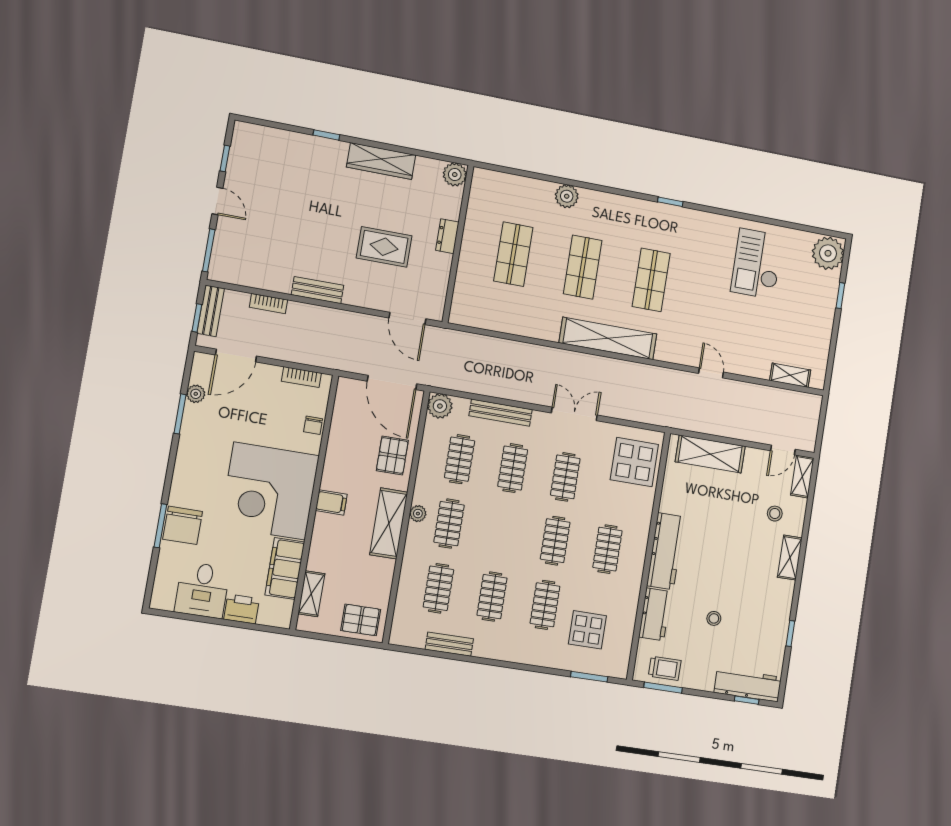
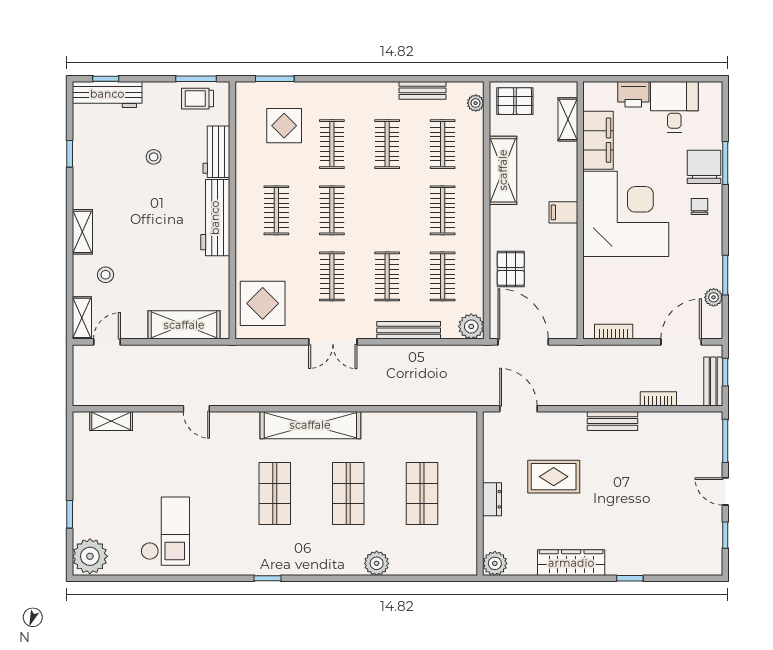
chair: (313, 425) -> (699, 207), moved
plant: (418, 514) -> (476, 103), moved
shelving: (389, 523) -> (503, 170), moved

